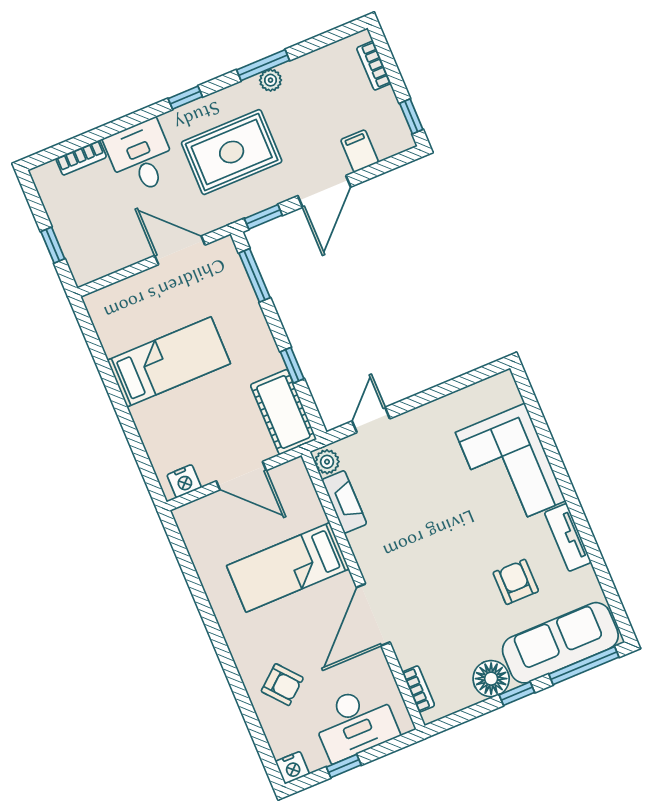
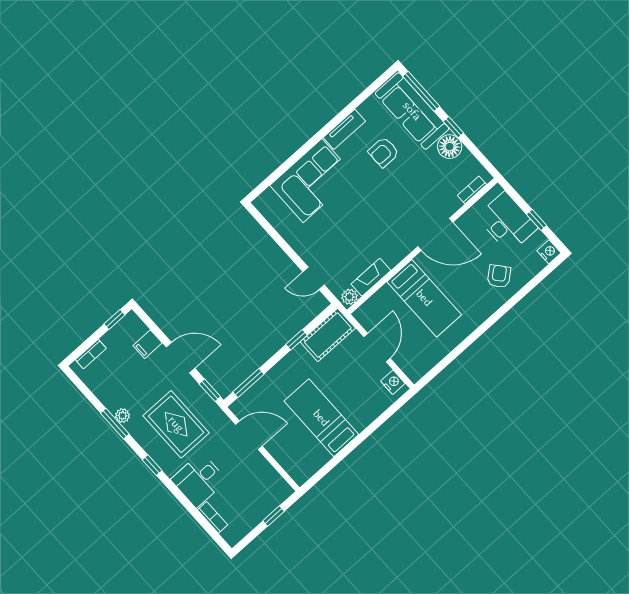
door: (180, 250) -> (249, 435), swing flipped

